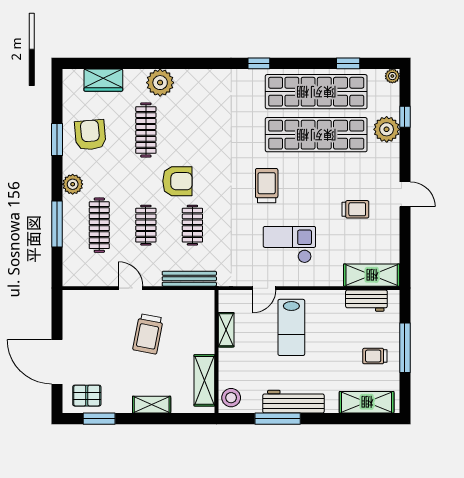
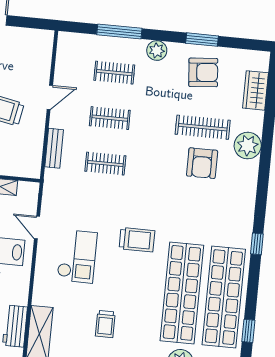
armchair: (177, 181) -> (202, 163), moved
clothes rail: (99, 225) -> (114, 73), width x0.73
bench: (189, 279) -> (54, 148), width x0.73

